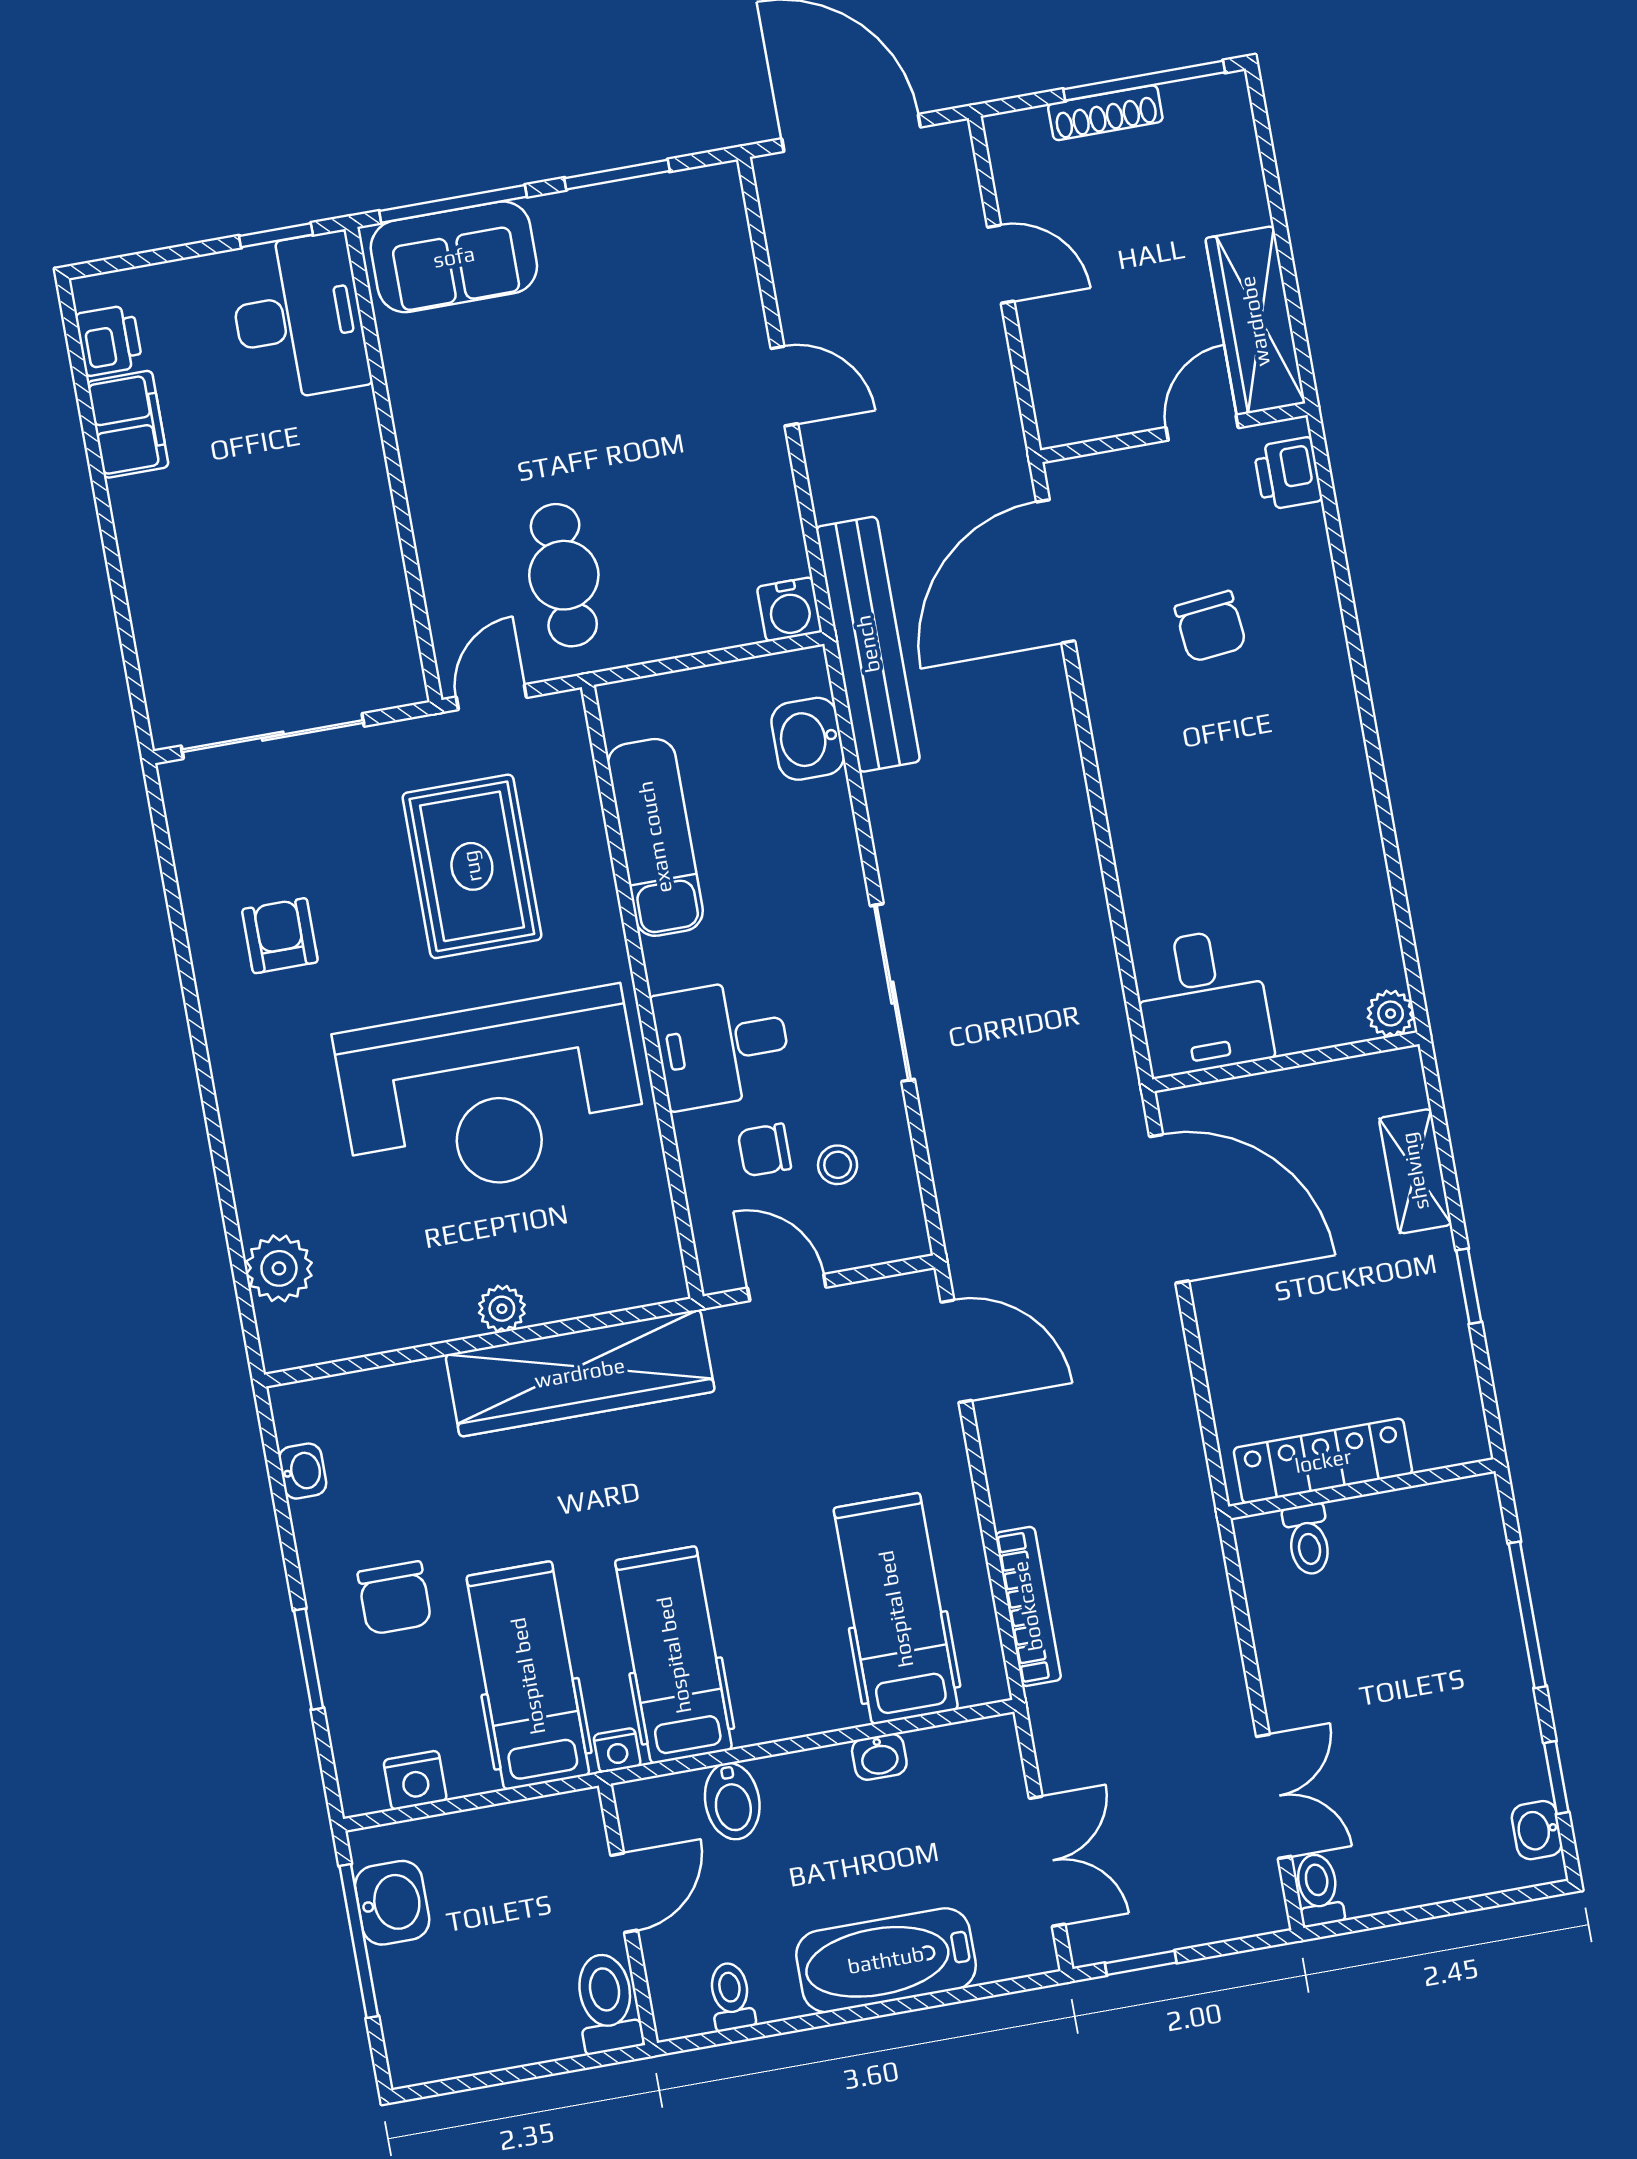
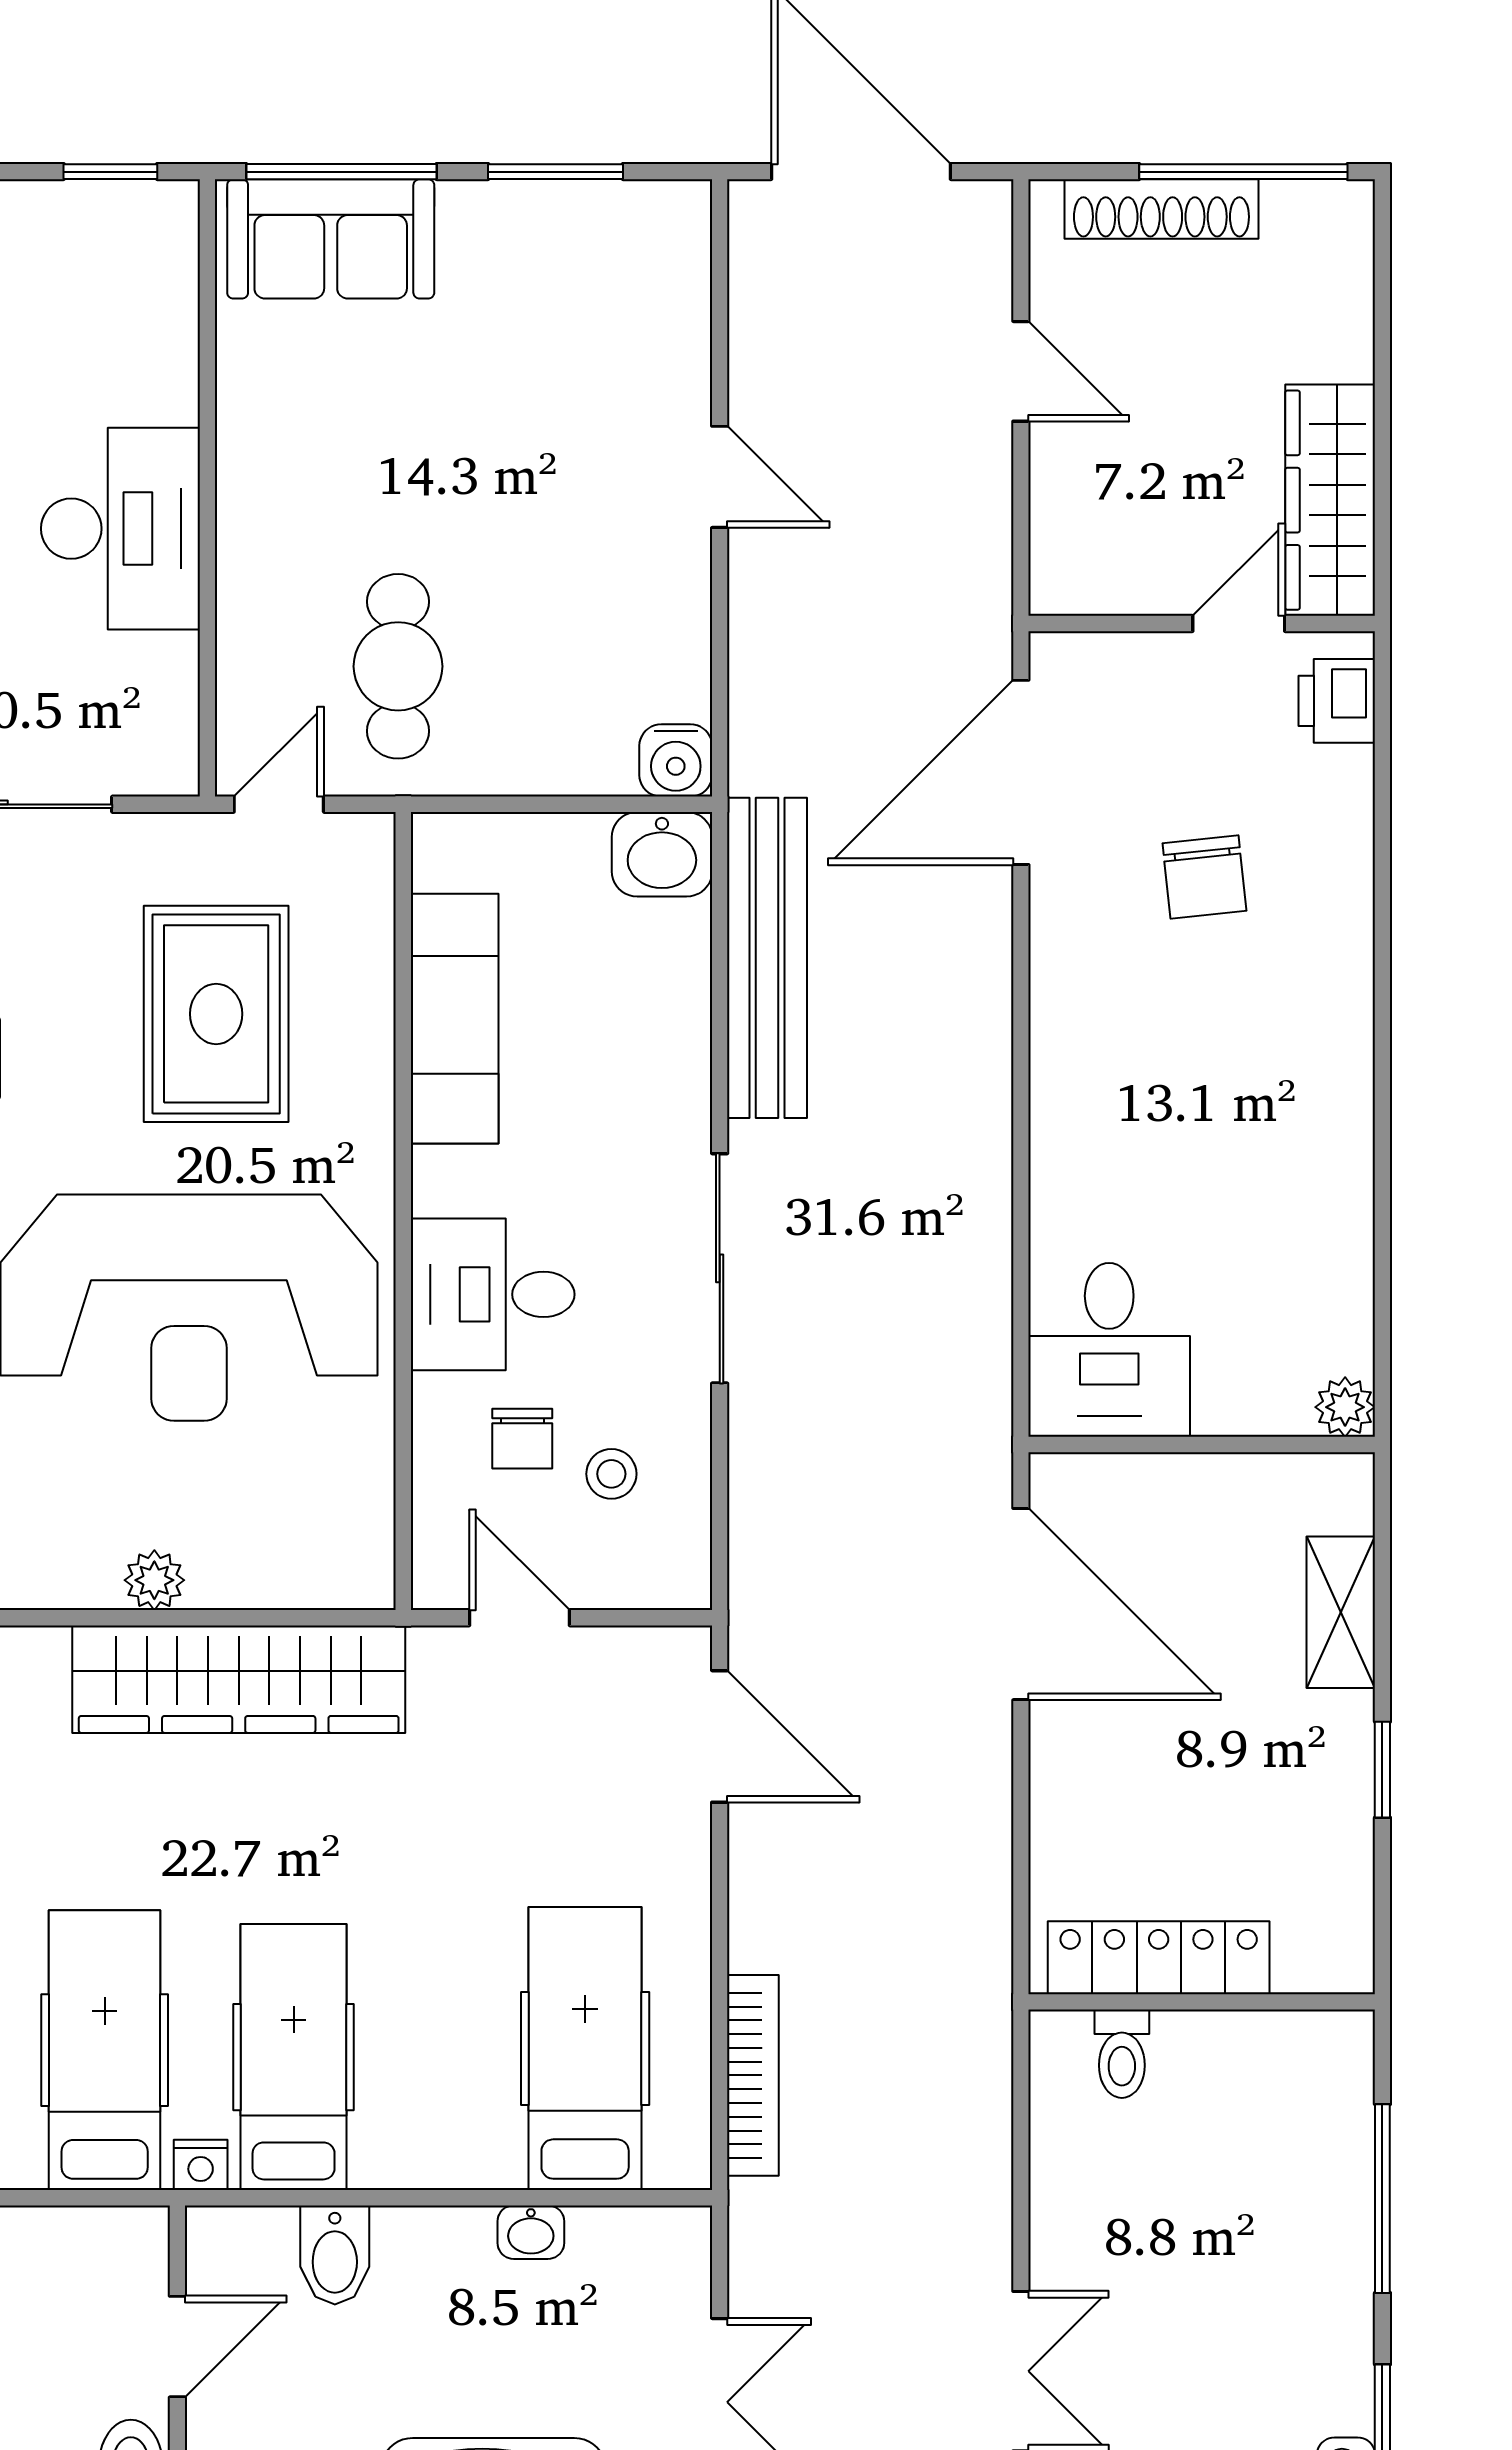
shoe rack: (1105, 113) -> (1161, 209), width x1.36, depth x1.24
desk: (298, 317) -> (120, 529), moved
bench: (868, 644) -> (767, 958), moved
washbasin: (808, 739) -> (662, 854), moved, turned -90
chair: (764, 1150) -> (522, 1439), turned -90

